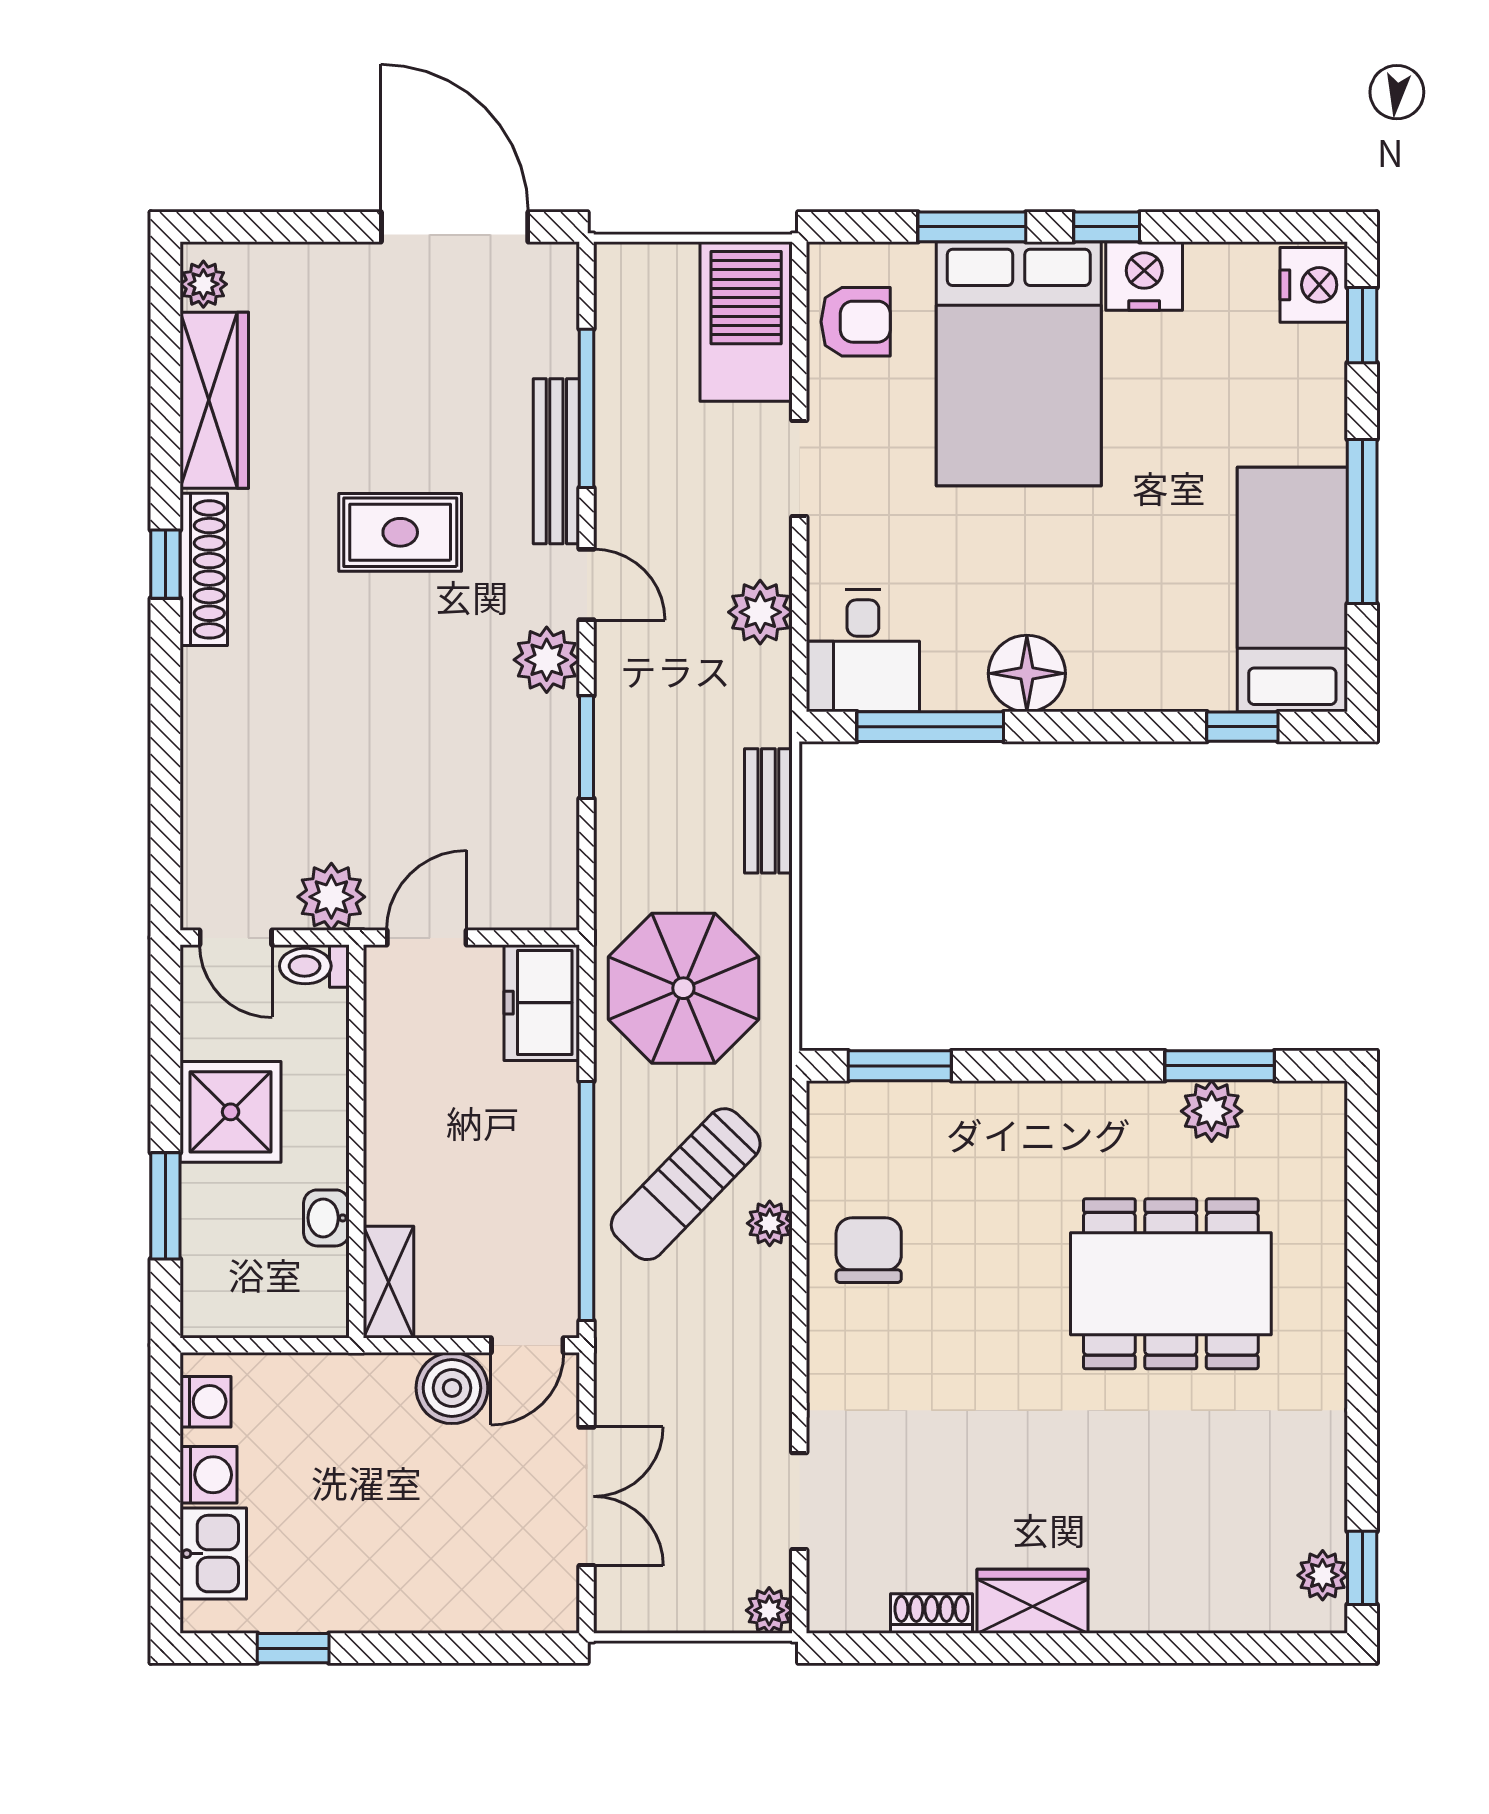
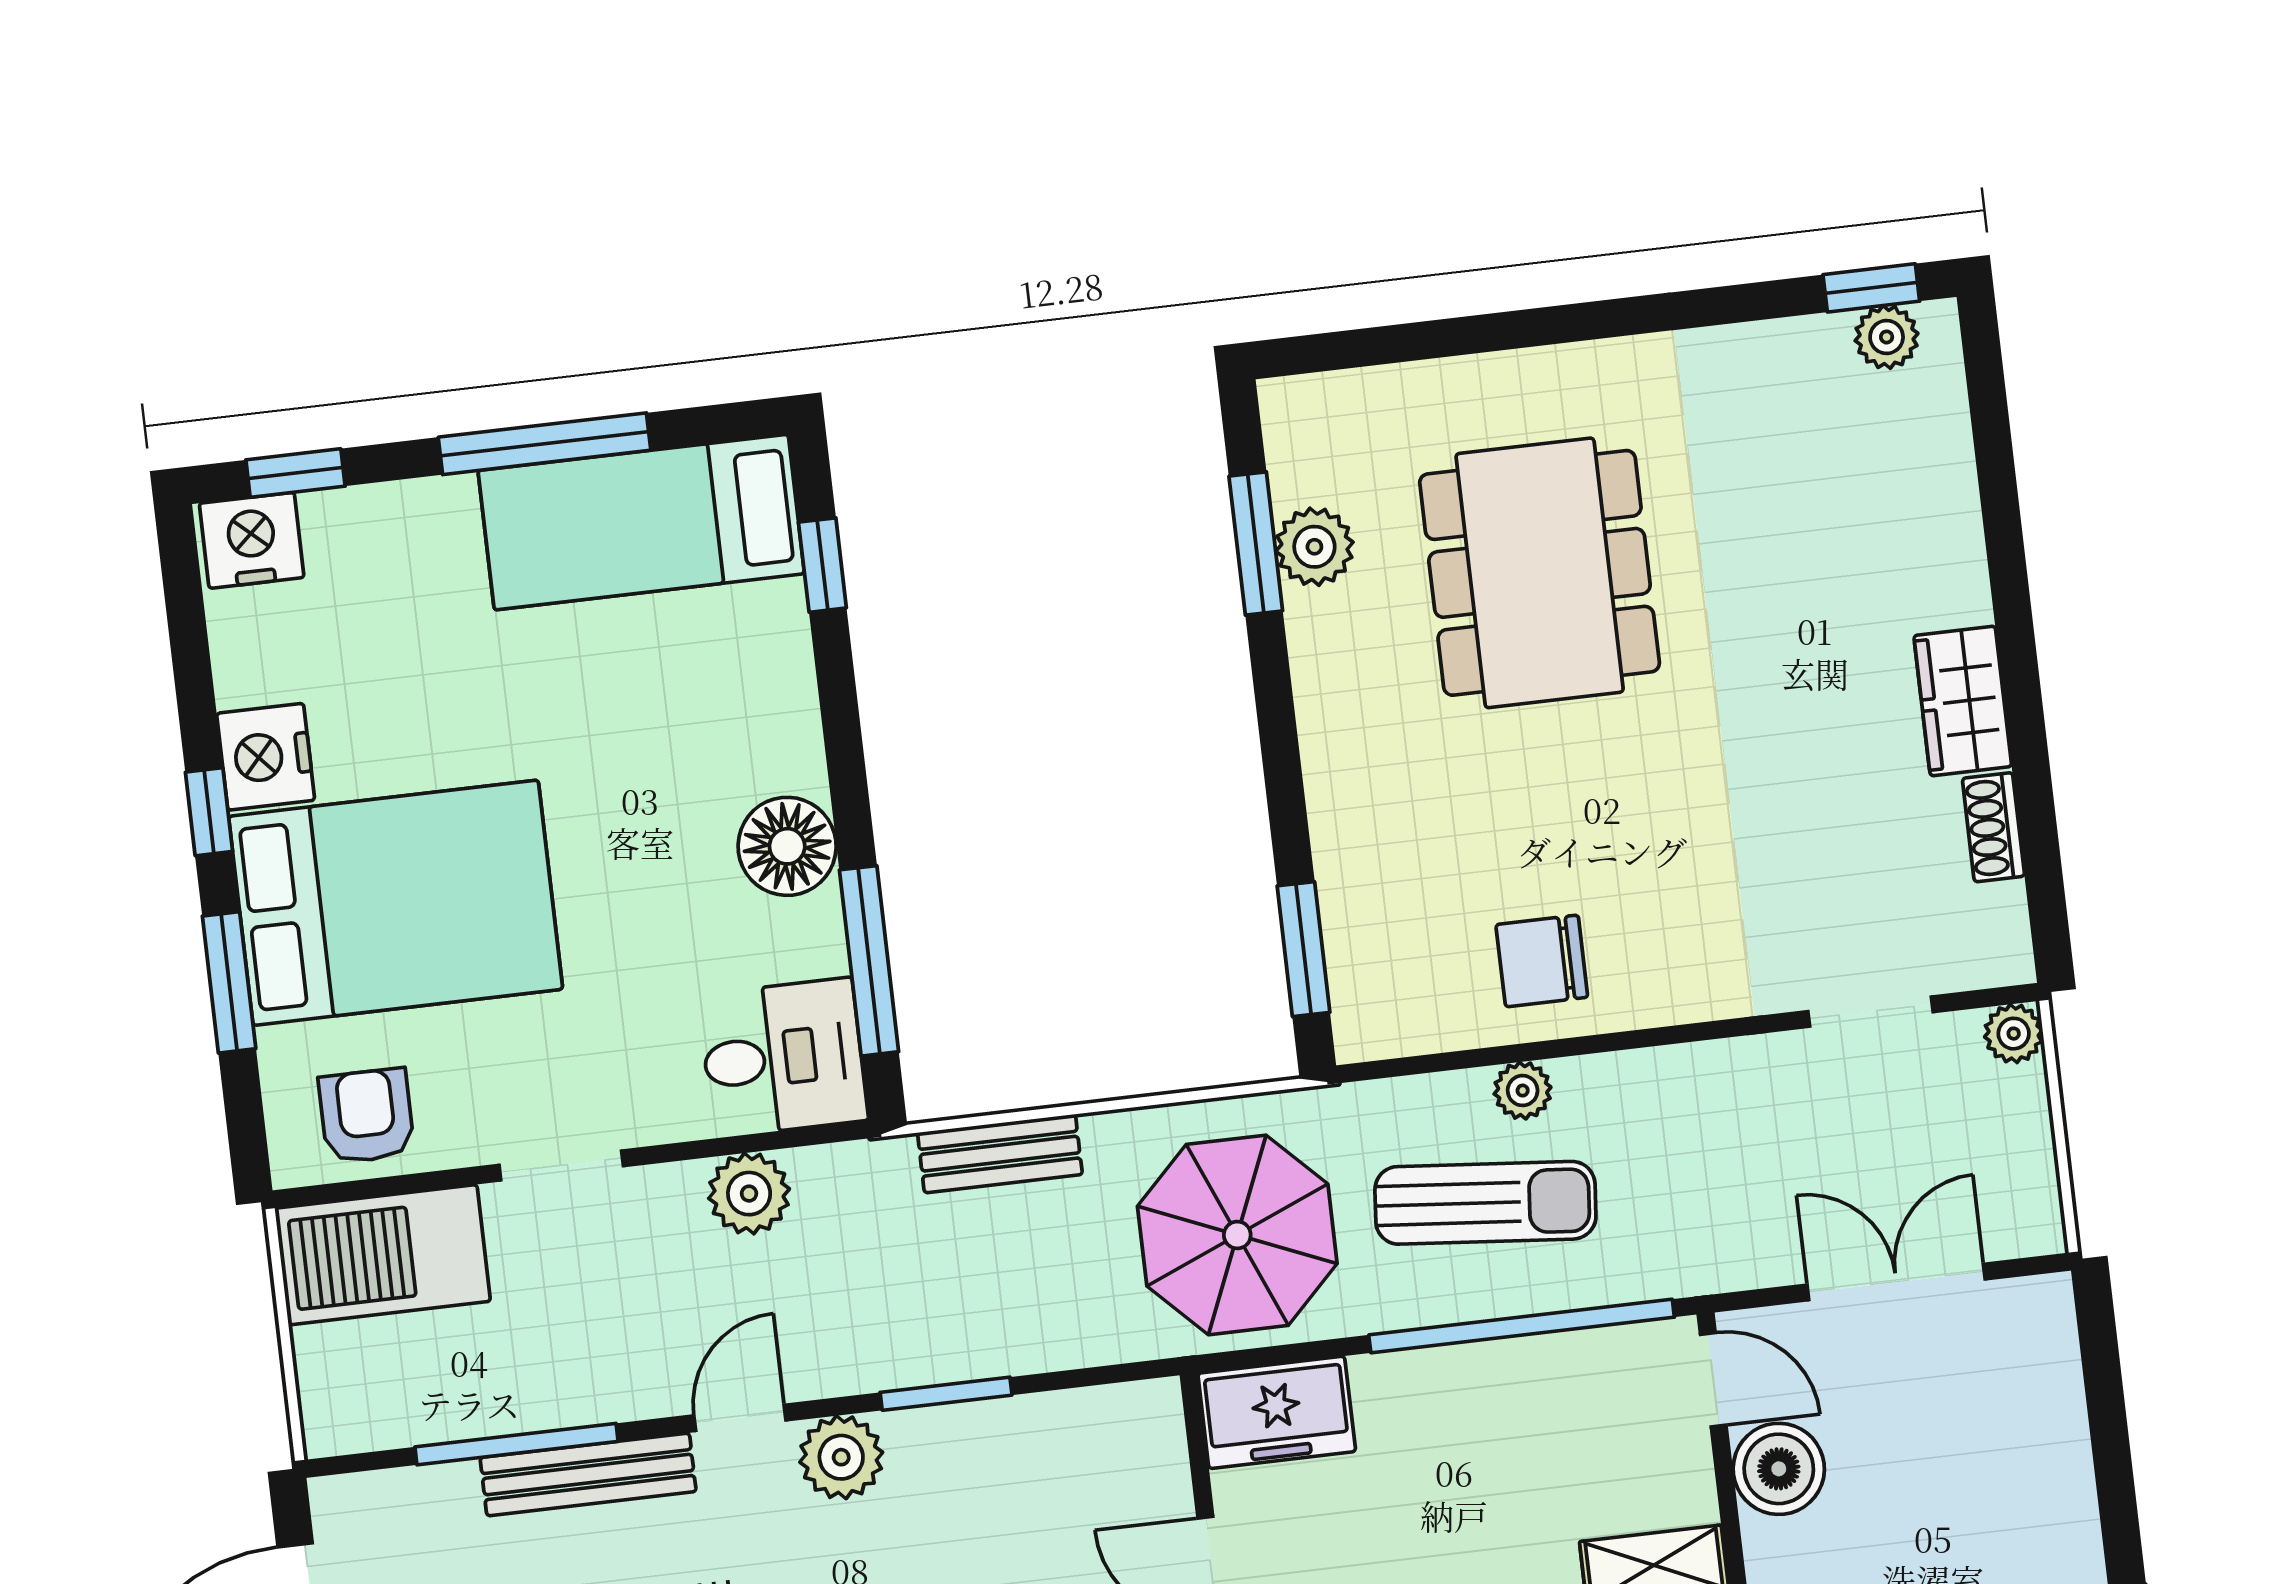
sun lounger: (686, 1184) -> (1485, 1203), turned -39

